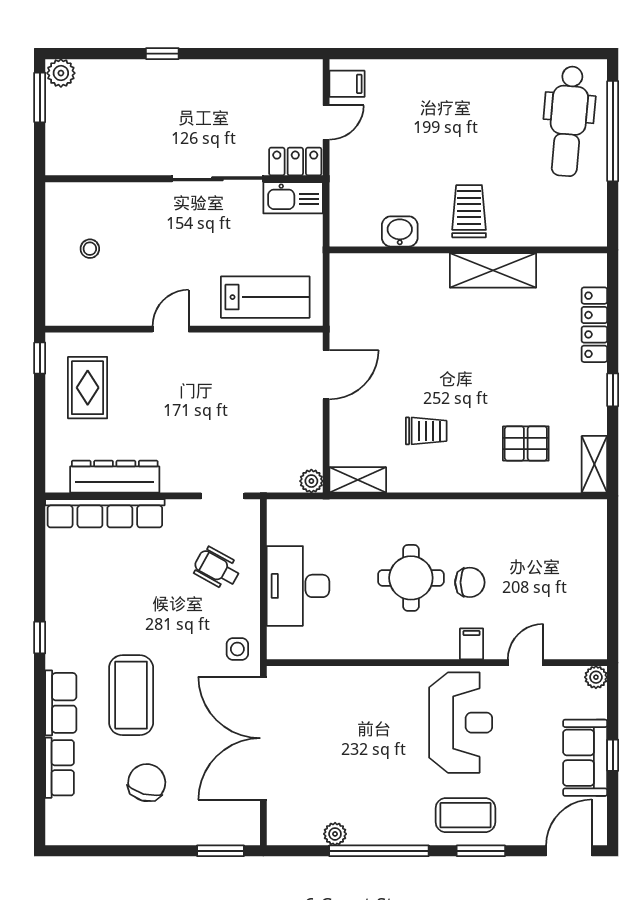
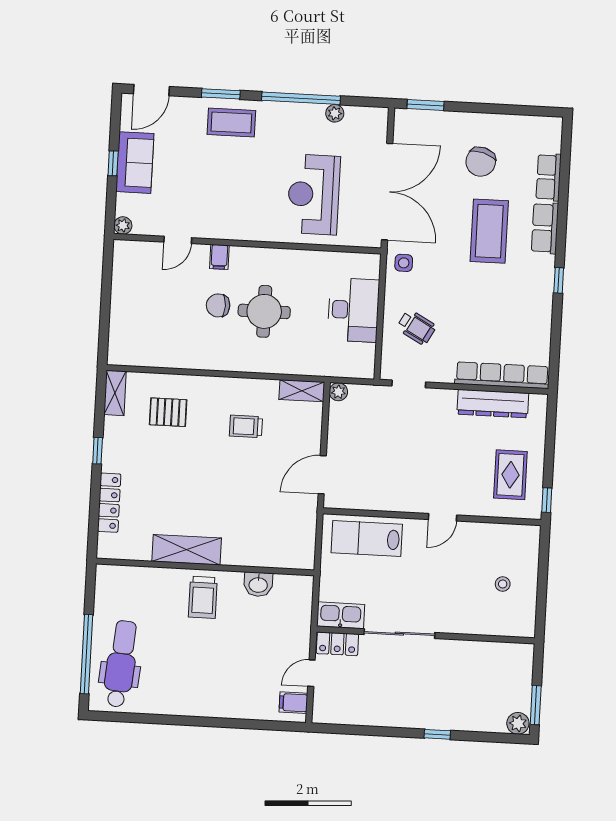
reception desk: (461, 723) -> (314, 194), moved

